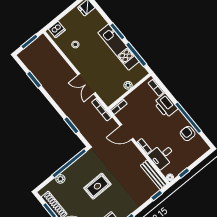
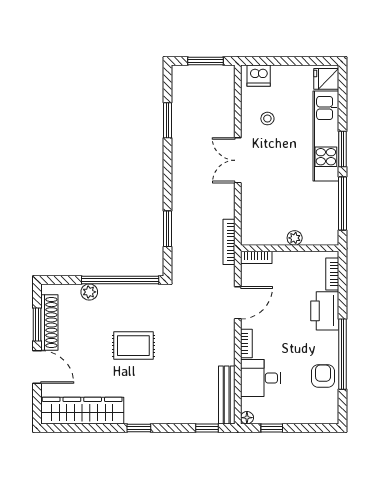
kitchen unit: (119, 47) -> (326, 136), moved
double door: (87, 84) -> (238, 160), moved
door: (126, 132) -> (238, 303), swing flipped

